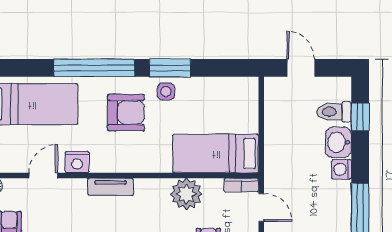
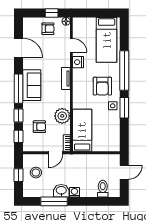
window: (360, 117) -> (100, 201), removed
washbasin: (338, 142) -> (61, 191), moved

